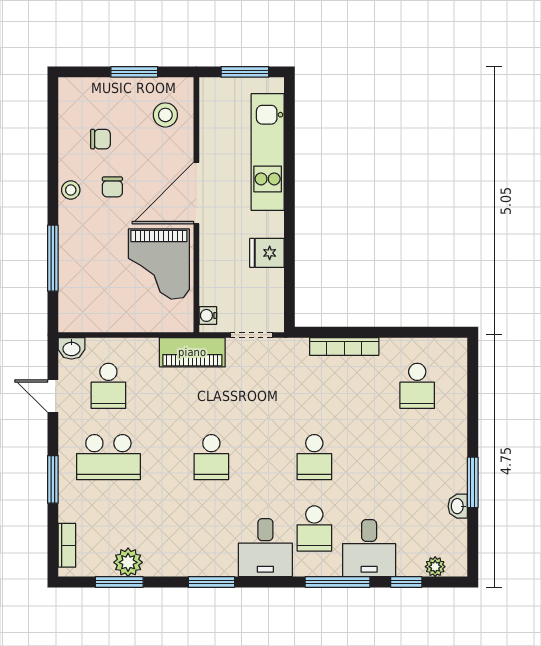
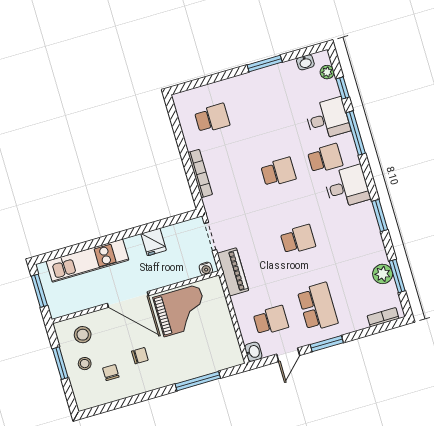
stool: (71, 190) -> (85, 364), moved
window: (53, 479) -> (327, 344), moved
washbasin: (458, 506) -> (305, 62), moved

